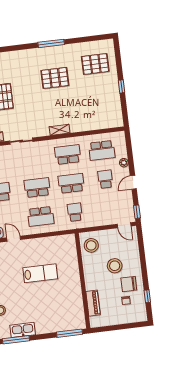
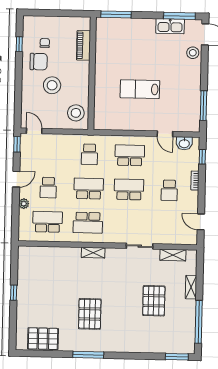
pallet: (95, 64) -> (43, 339), moved
pallet: (55, 78) -> (90, 314), turned 90
school desk: (71, 183) -> (89, 189), turned 180
school desk: (37, 188) -> (129, 189), turned 180

